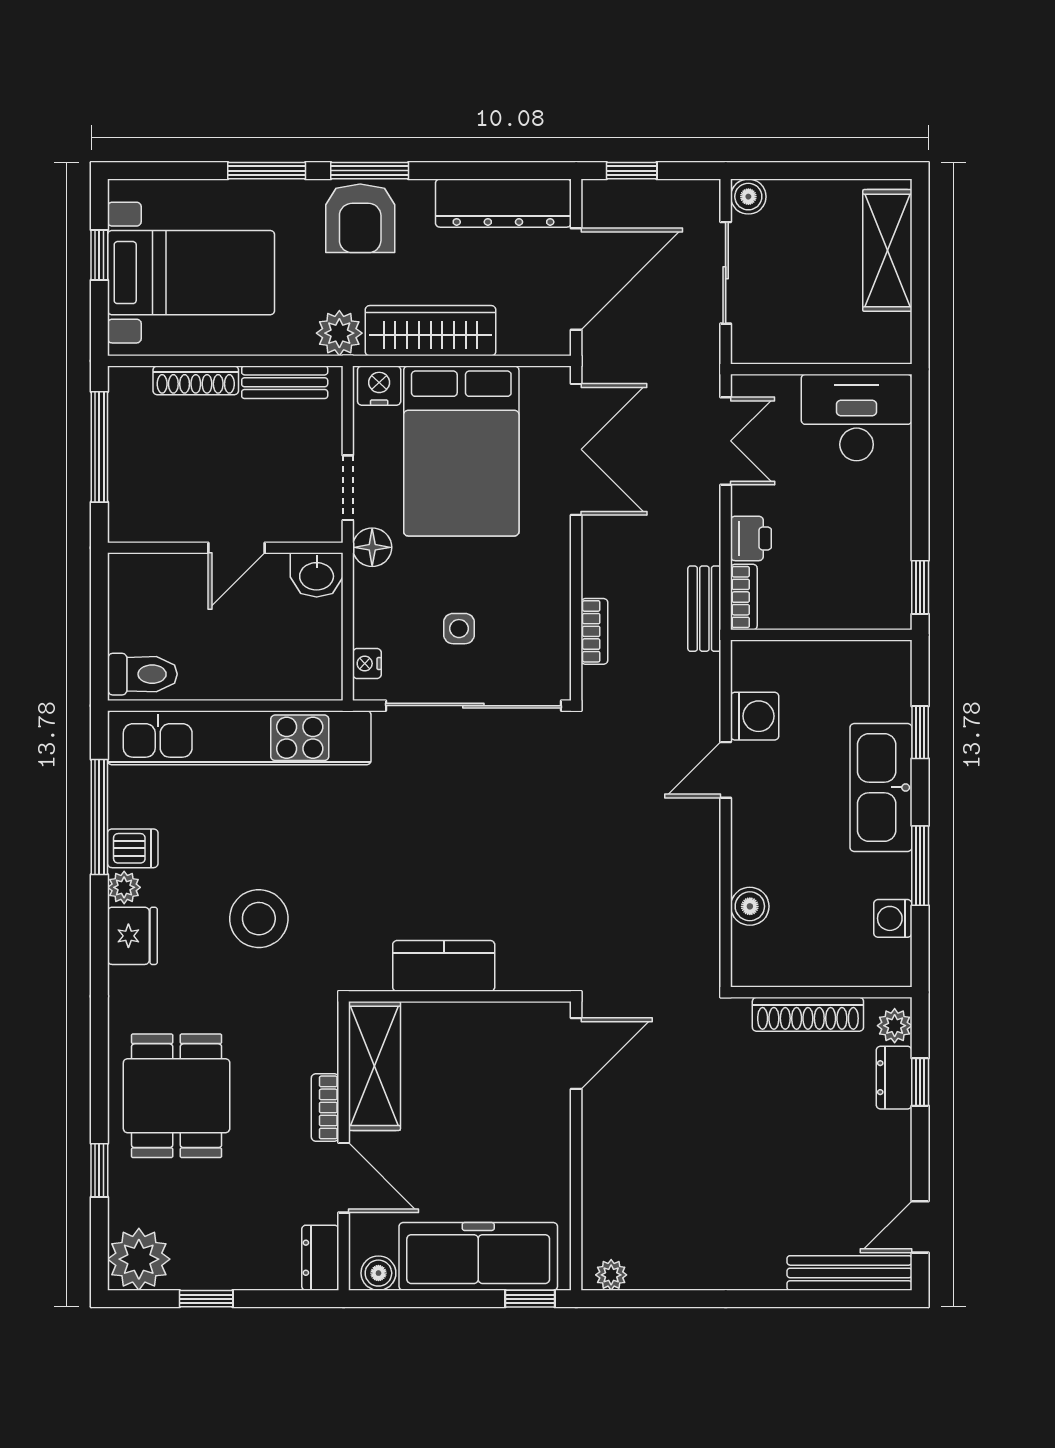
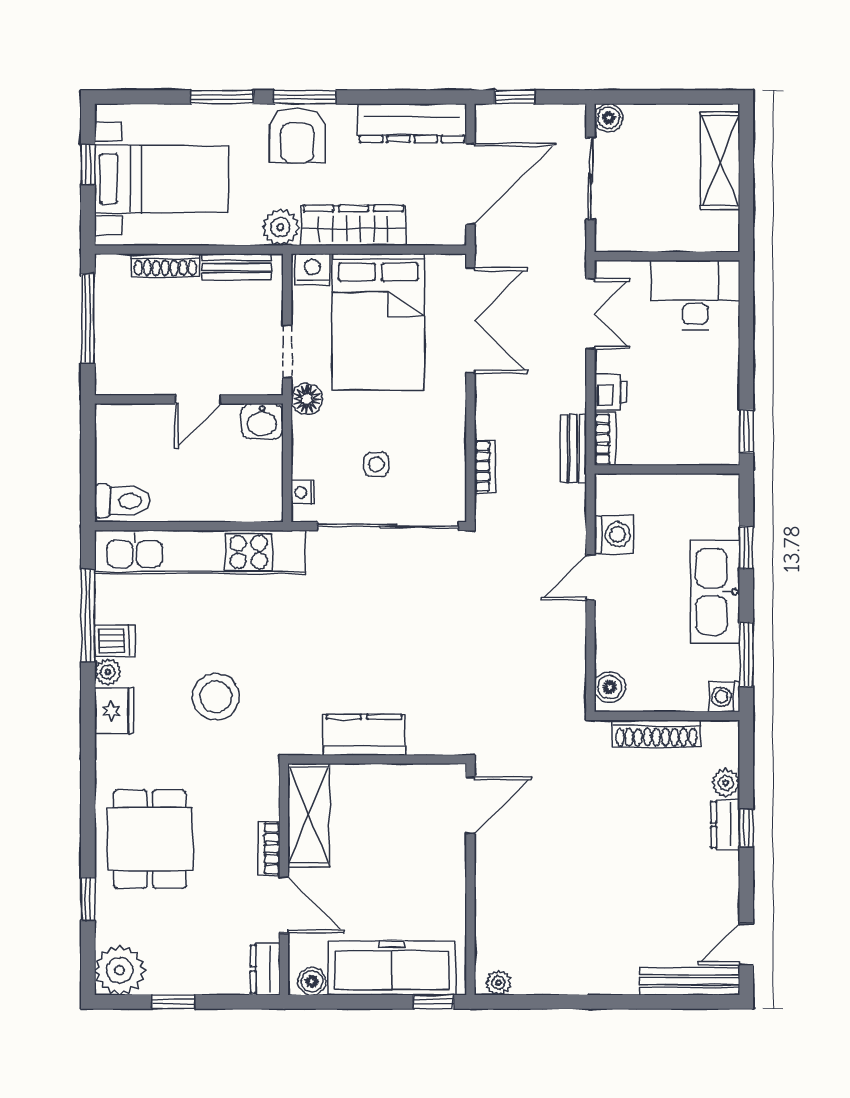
wall: (821, 992) -> (667, 716), moved
shoe rack: (808, 1014) -> (656, 734), moved

